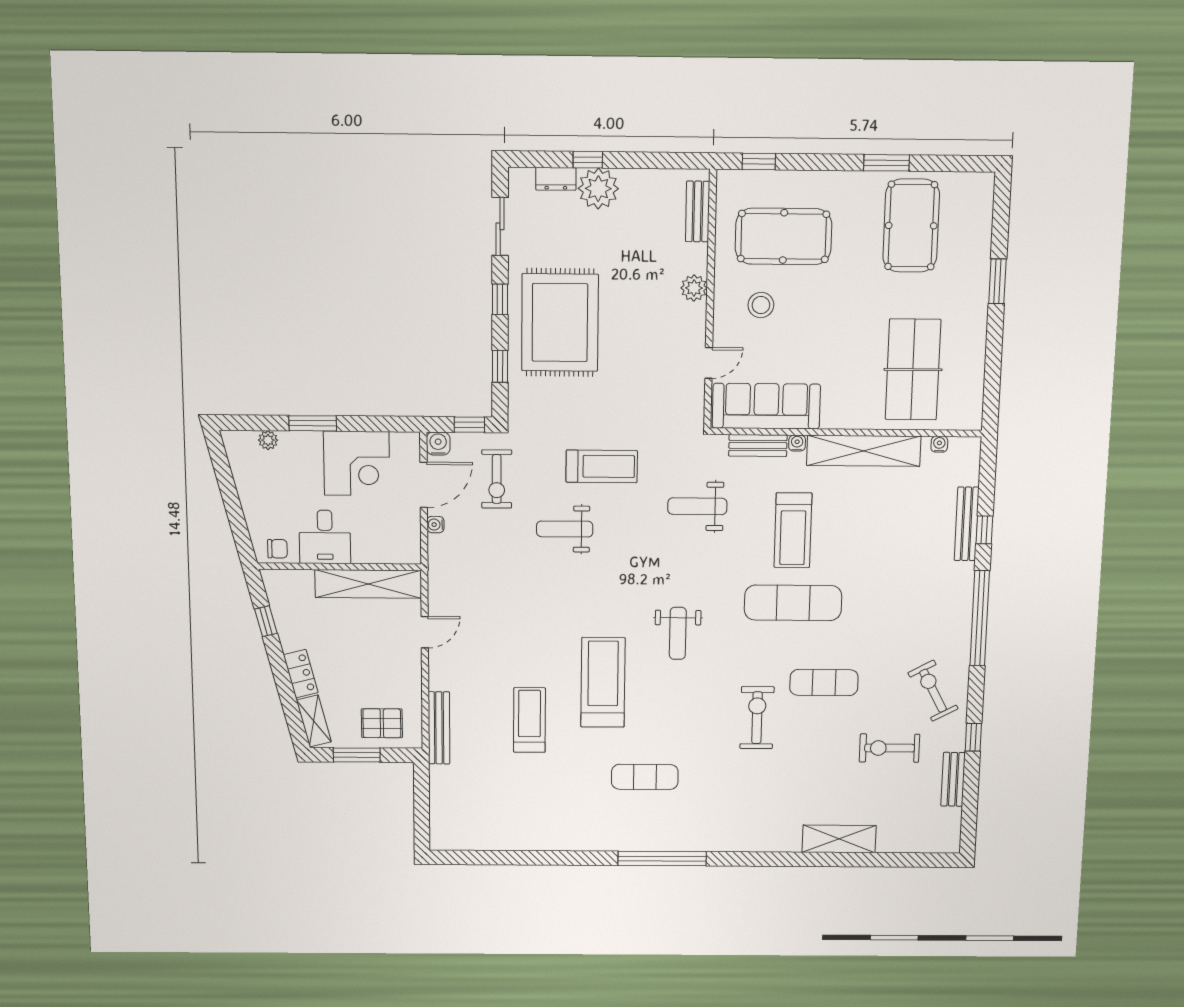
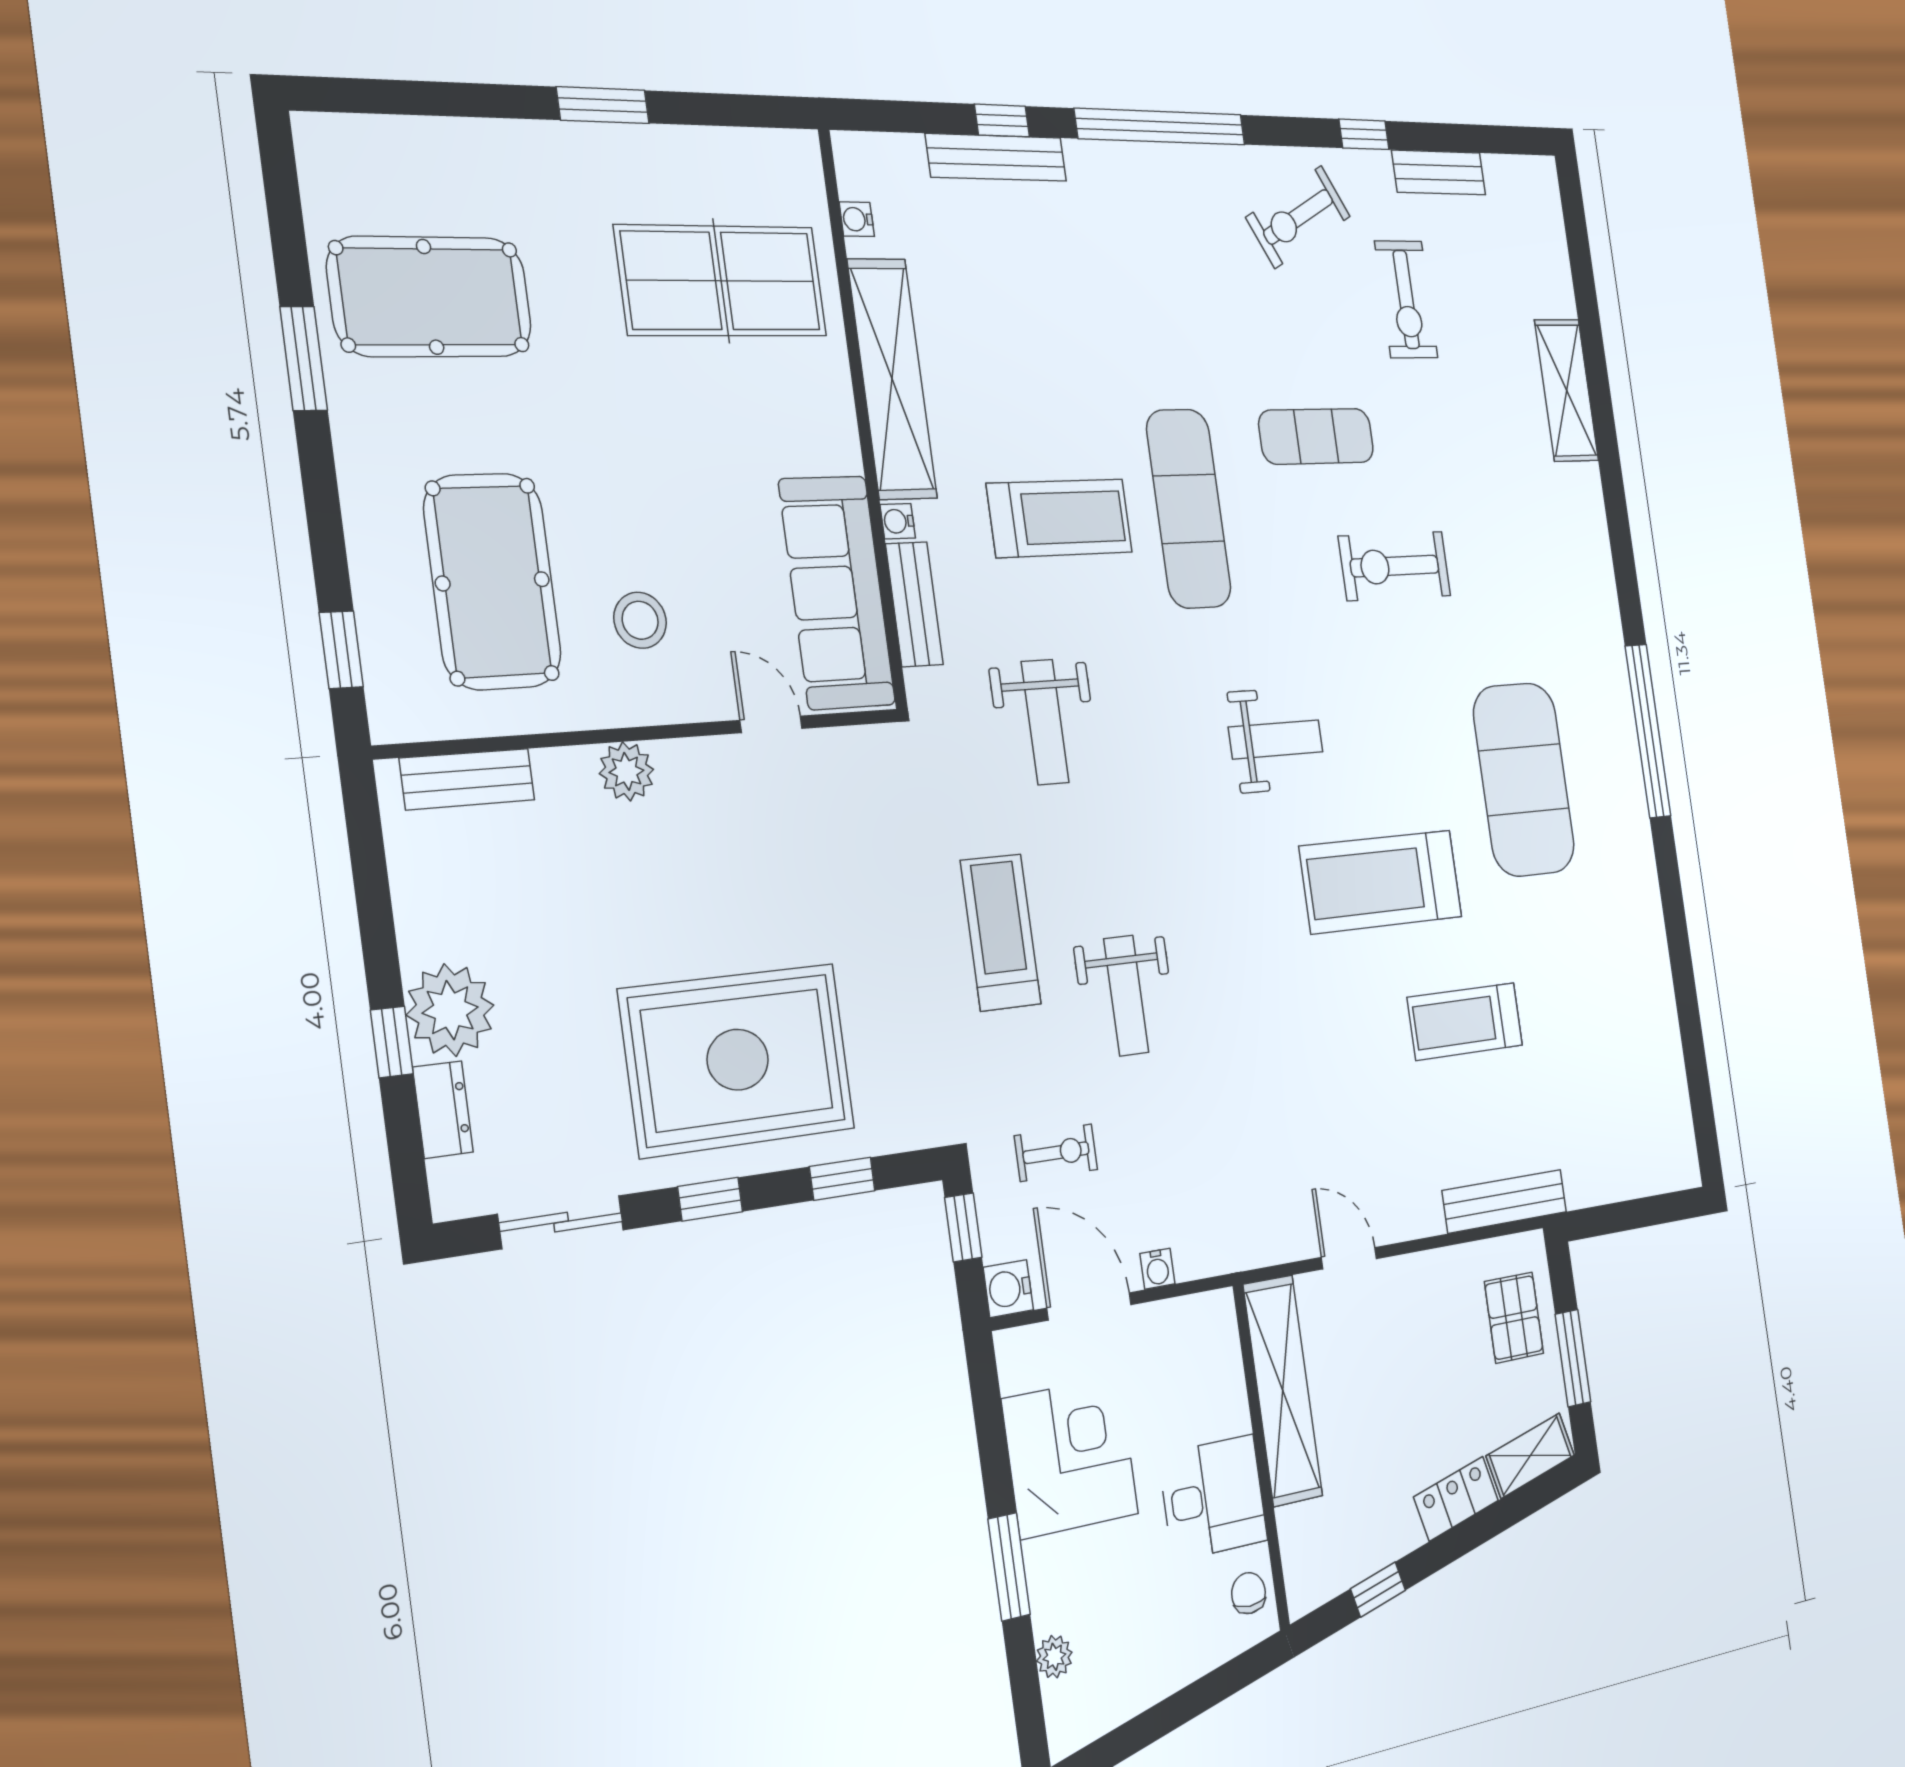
window: (997, 281) -> (603, 105), moved
exercise bike: (497, 479) -> (1056, 1153), width x0.73, depth x0.72
exercise mat: (824, 683) -> (1316, 436), turned 90
exercise mat: (645, 777) -> (1524, 779), width x2.00, depth x1.45

